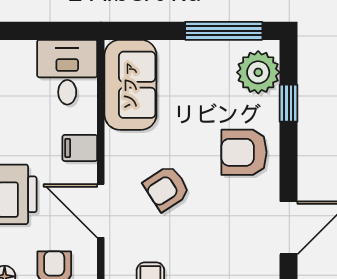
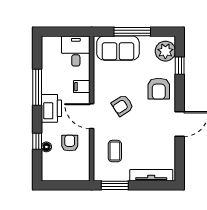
window: (224, 31) -> (132, 32), moved
sofa: (130, 85) -> (118, 48), moved, turned 90
armchair: (244, 152) -> (159, 89), turned -90

